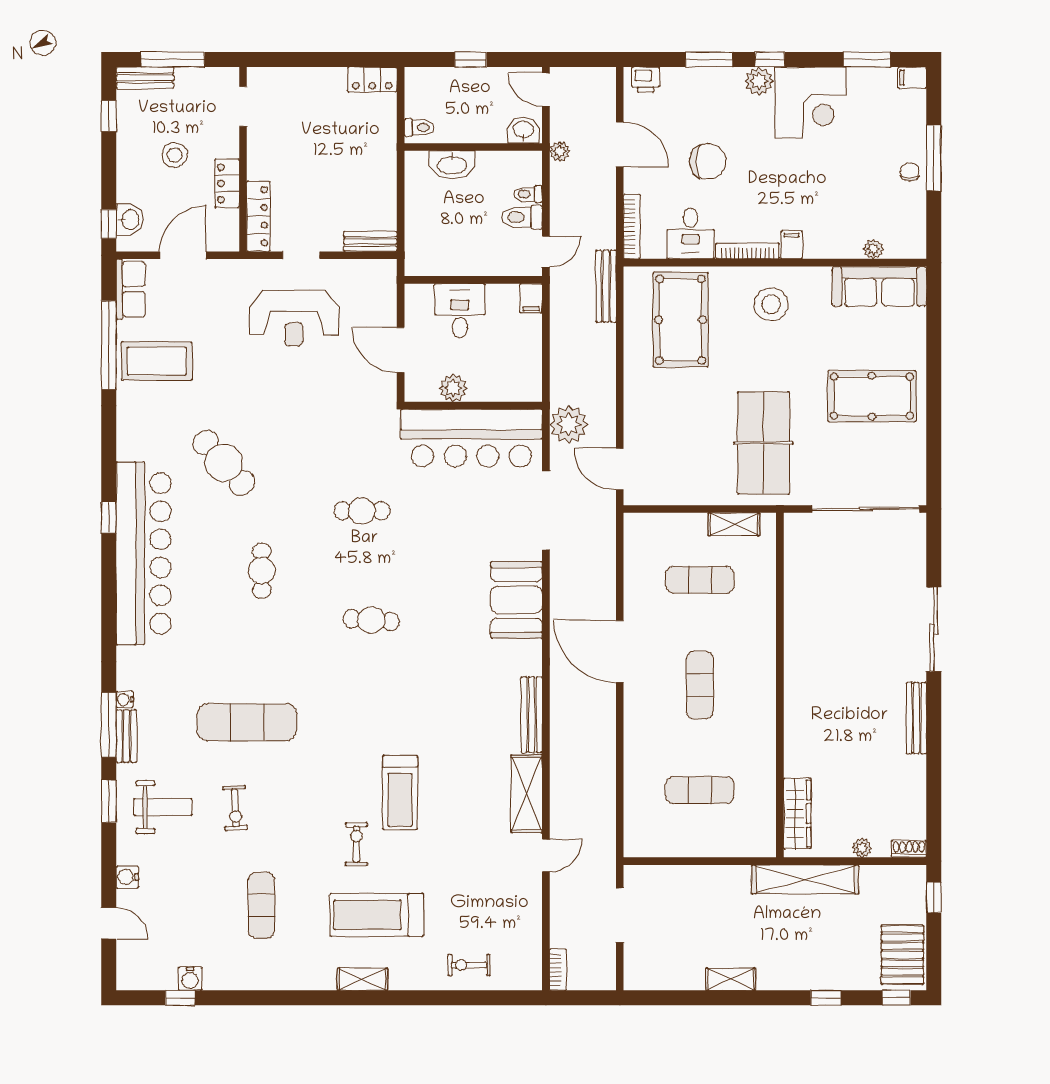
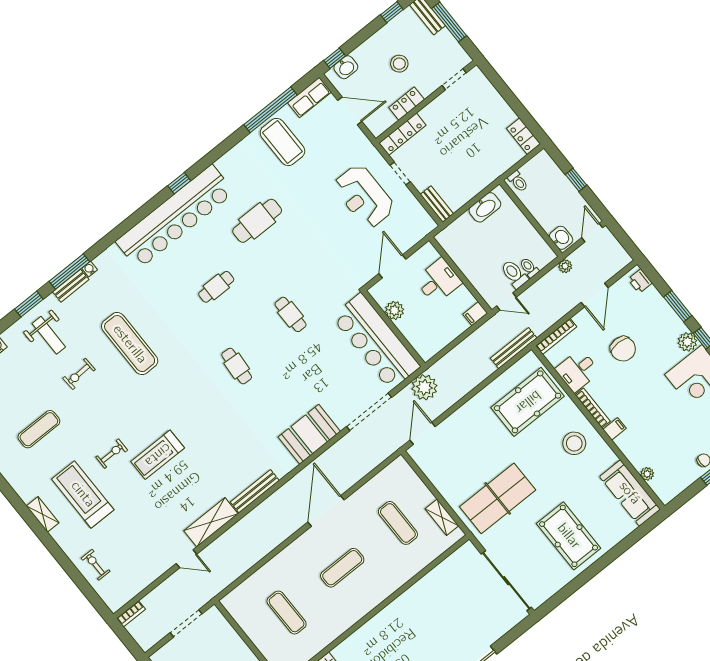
washbasin: (452, 165) -> (485, 207), moved, turned -90
cafe table: (224, 463) -> (257, 221), turned 42

